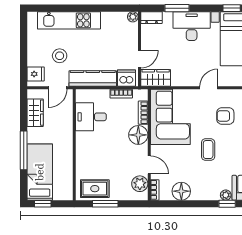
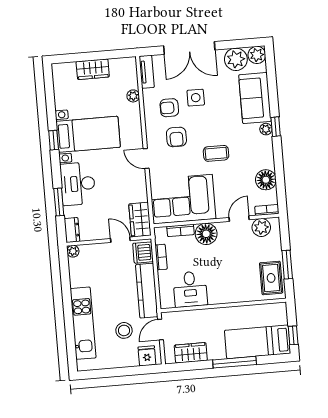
door: (58, 88) -> (161, 330), swing flipped

